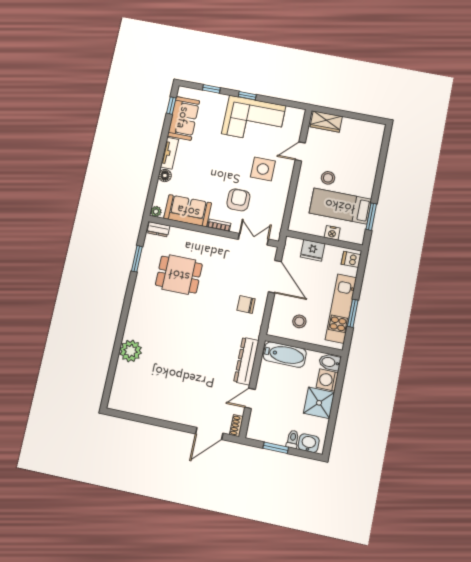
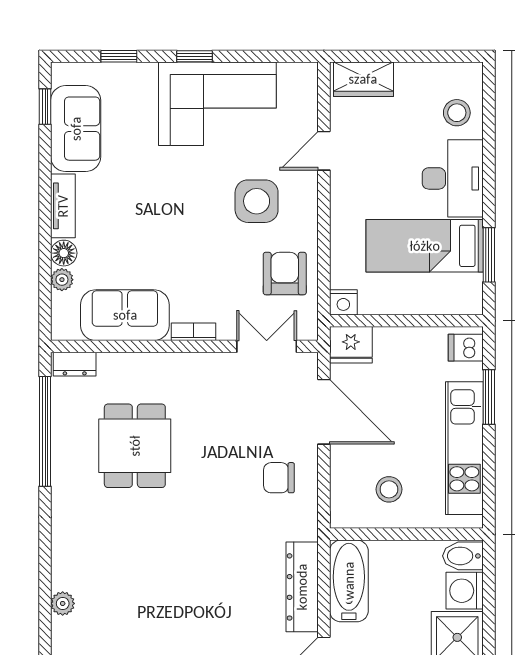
desk: (360, 177) -> (453, 178), added
stool: (328, 178) -> (457, 113), moved
armchair: (238, 200) -> (285, 274), moved
plant: (156, 212) -> (62, 280), moved
nightstand: (332, 233) -> (343, 302), moved
fridge: (313, 250) -> (351, 345), moved
window: (137, 259) -> (45, 431), width x2.11
dining table: (179, 275) -> (135, 446), turned 90
window: (353, 313) -> (489, 397), moved
plant: (131, 351) -> (63, 603), width x0.53, depth x0.53
bathtub: (285, 355) -> (349, 581), moved, turned -90

